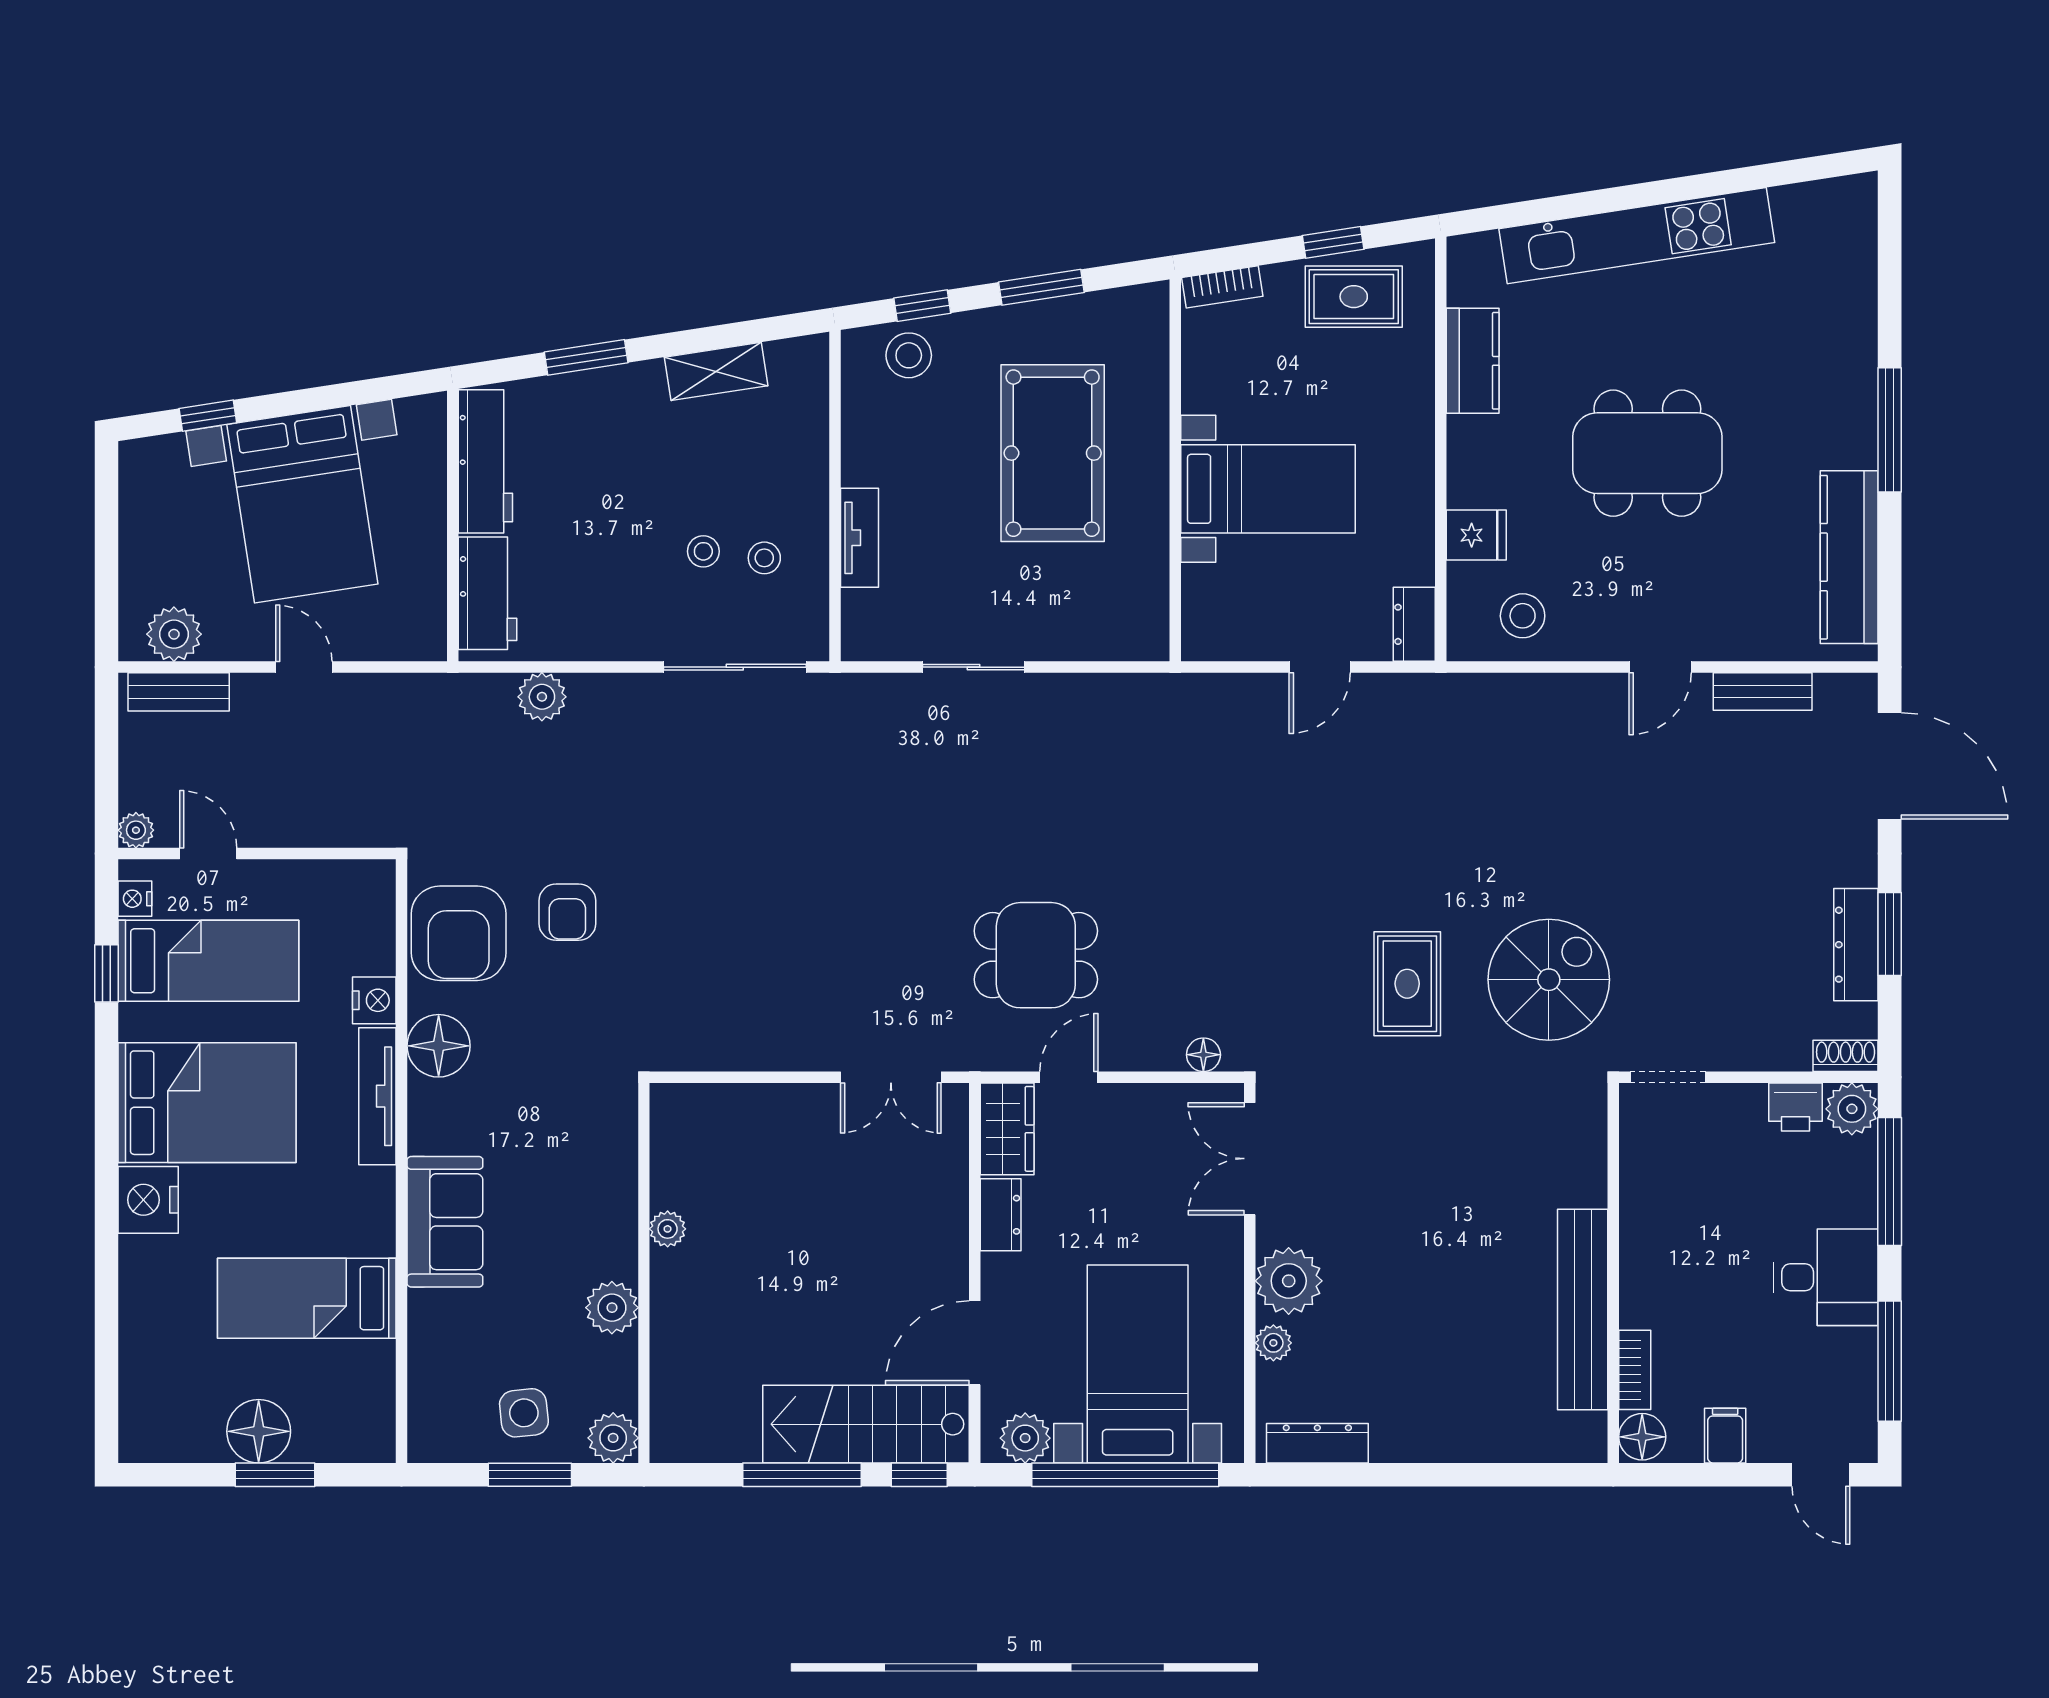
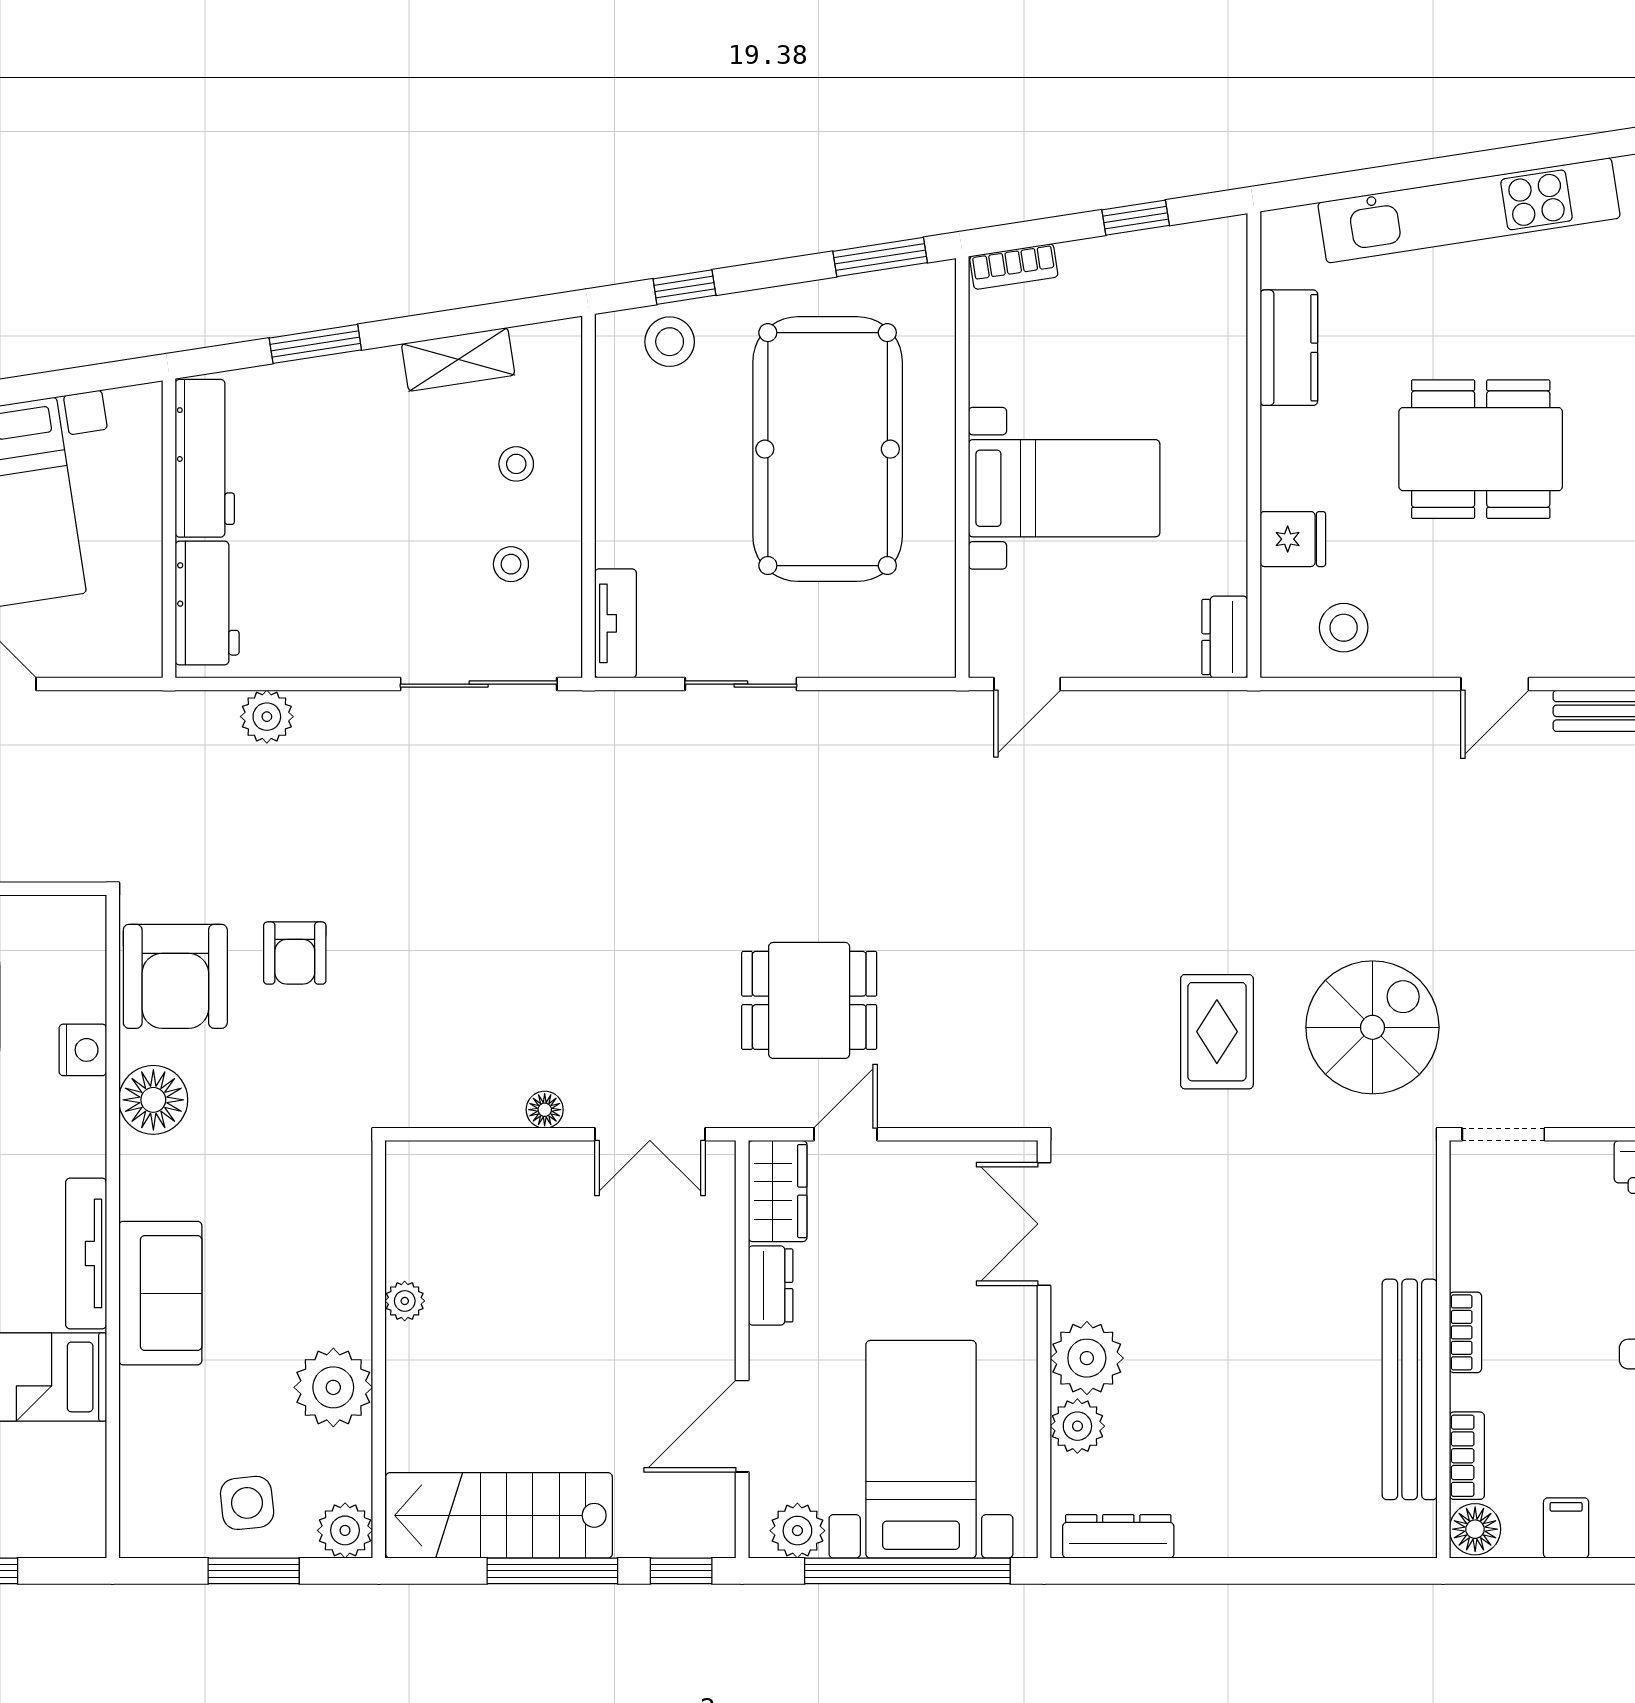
window: (1041, 287) -> (880, 257), moved
rug: (1354, 297) -> (1158, 277), removed
pool table: (1053, 453) -> (828, 449), width x1.36, depth x1.32
tv unit: (860, 538) -> (616, 623), moved
stool: (703, 551) -> (516, 464), moved
door: (1320, 667) -> (1027, 684), moved
floor lamp: (1203, 1055) -> (545, 1110), moved
tv unit: (377, 1096) -> (86, 1253), moved
bookcase: (1634, 1258) -> (1465, 1332), added
plant: (612, 1308) -> (333, 1387), width x1.36, depth x1.36
plant: (1273, 1343) -> (1077, 1426), width x1.38, depth x1.38
stairs: (866, 1424) -> (499, 1515), moved

